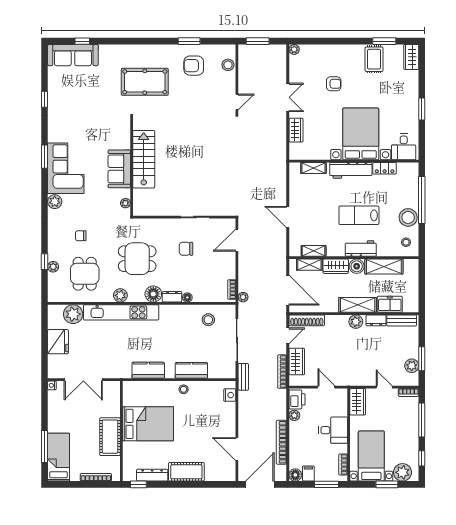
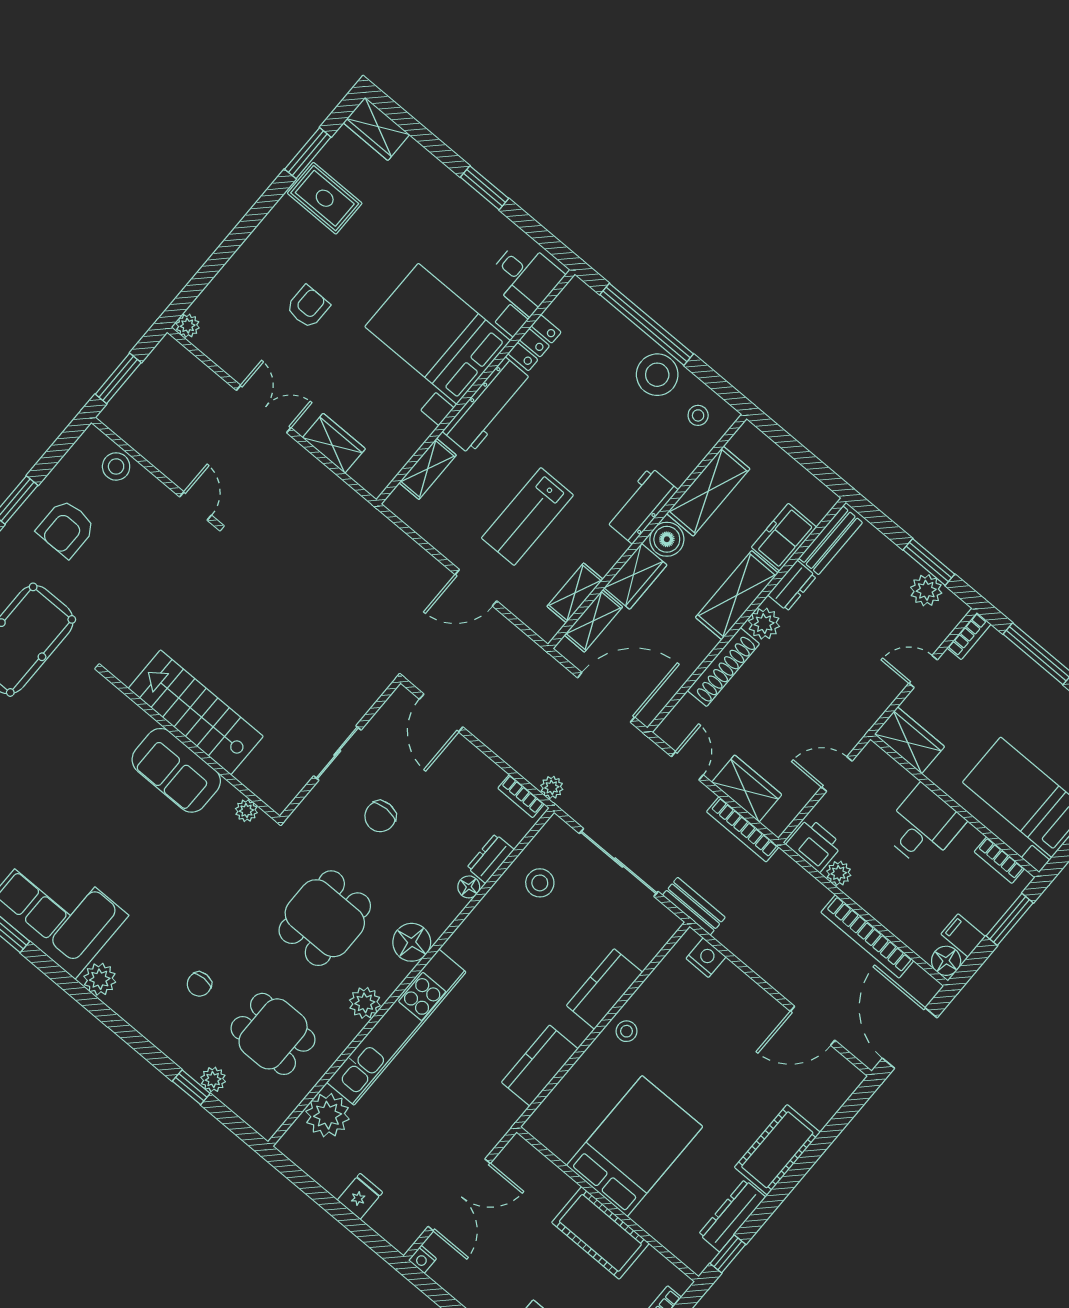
stairs: (144, 159) -> (196, 712), moved
wall: (132, 166) -> (190, 745), moved
sofa: (119, 169) -> (176, 770), moved
plant: (125, 203) -> (246, 811), moved
lab bench: (359, 215) -> (527, 516), moved
dresser: (172, 297) -> (490, 859), moved
shoe rack: (307, 320) -> (723, 667), moved
fridge: (58, 342) -> (360, 1196), width x0.53, depth x0.75

